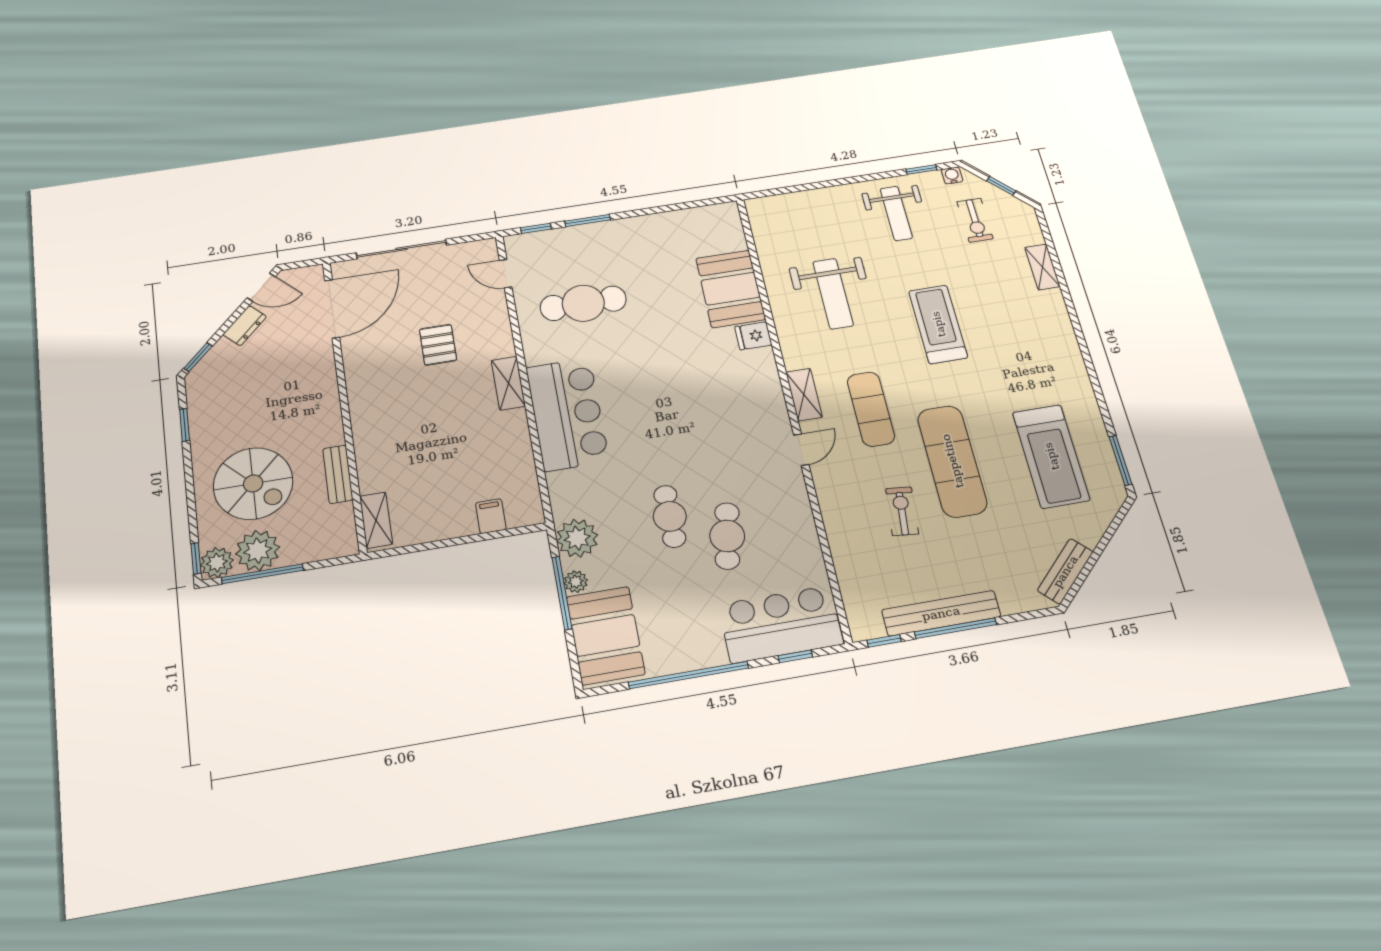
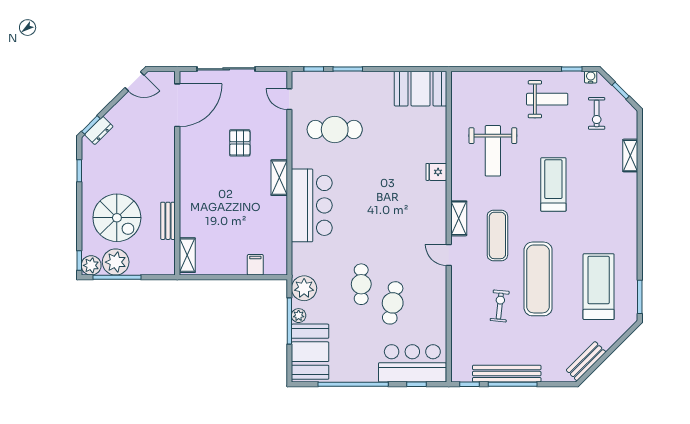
weight bench: (896, 213) -> (547, 99), turned -90
booth: (731, 289) -> (421, 89), moved, turned 90
dresser: (245, 326) -> (99, 130), moved
door: (801, 450) -> (449, 255), swing flipped
treadmill: (1051, 456) -> (599, 287), turned 180

